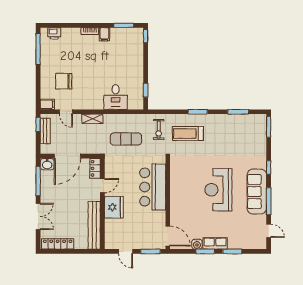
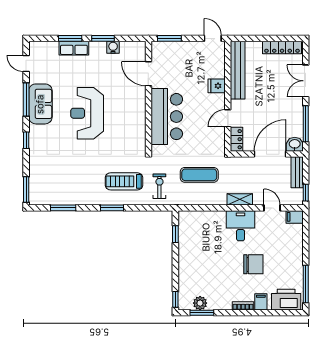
printer: (54, 33) -> (286, 300), width x1.87, depth x1.48
plant: (125, 33) -> (200, 303), added
filing cabinet: (104, 34) -> (261, 302), moved
chair: (64, 81) -> (253, 264), moved
desk: (116, 97) -> (241, 226), moved
bench: (45, 131) -> (297, 172), moved
treadmill: (188, 134) -> (124, 181), turned 180
reception desk: (218, 190) -> (87, 113), turned 180
sofa: (257, 191) -> (40, 104), width x0.73
fridge: (114, 207) -> (217, 86), width x0.53, depth x0.75
door: (168, 236) -> (148, 74), moved
row of seats: (215, 243) -> (74, 48), moved
door: (126, 251) -> (213, 38), moved

